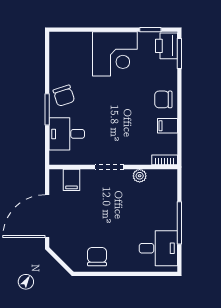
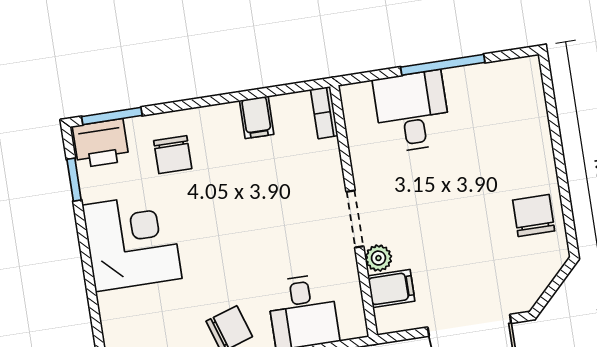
chair: (163, 99) -> (173, 155), moved
plant: (140, 176) -> (378, 258), moved
desk: (158, 248) -> (412, 112), moved
chair: (97, 257) -> (534, 215), turned 90

